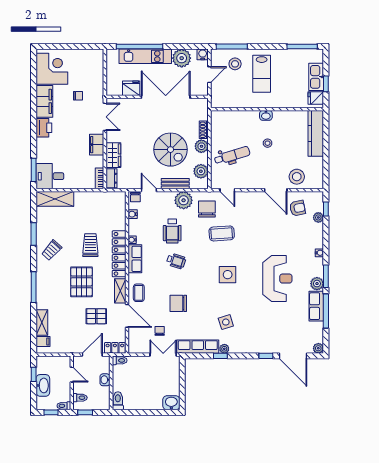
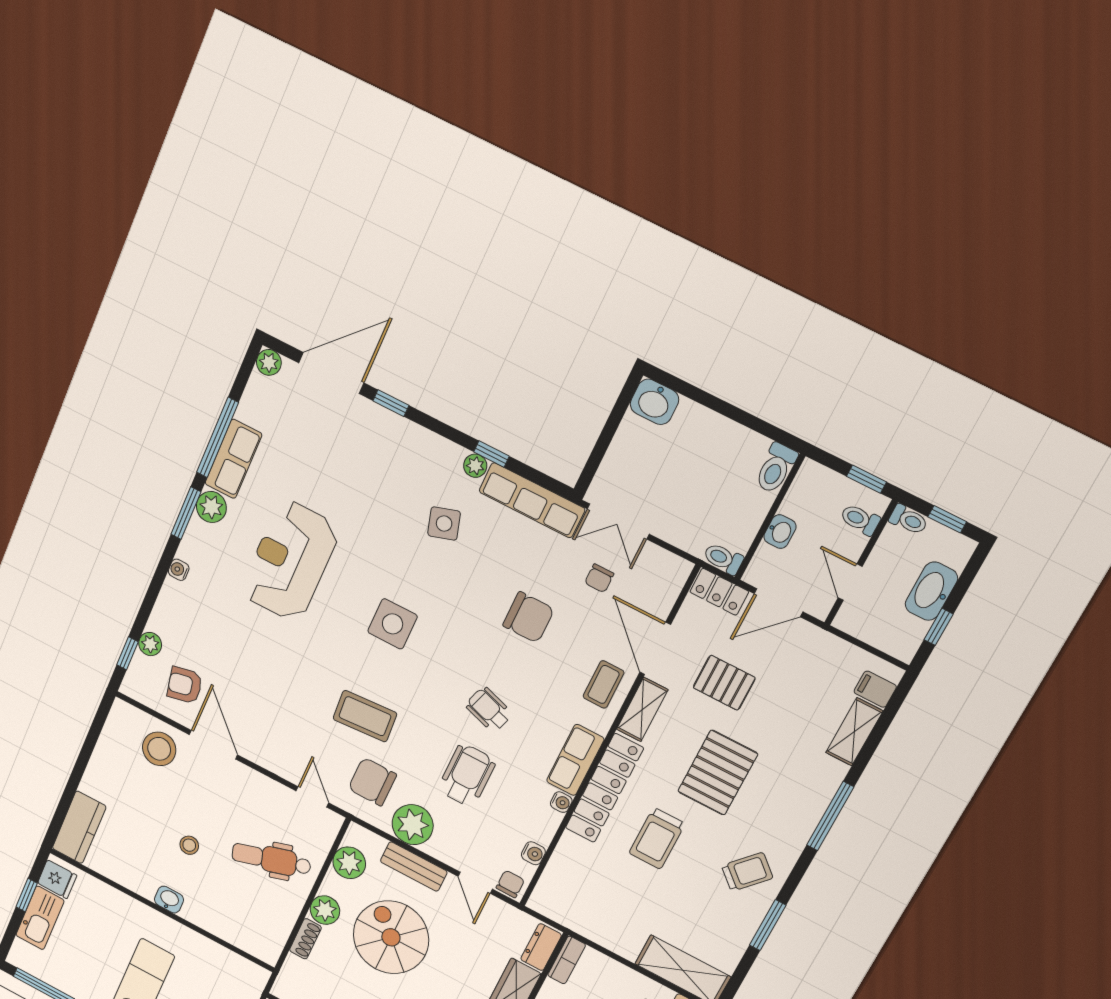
kitchen counter: (316, 133) -> (79, 827), width x0.67
chair: (207, 209) -> (372, 782), turned 90
door: (293, 356) -> (331, 373), hinge flipped

